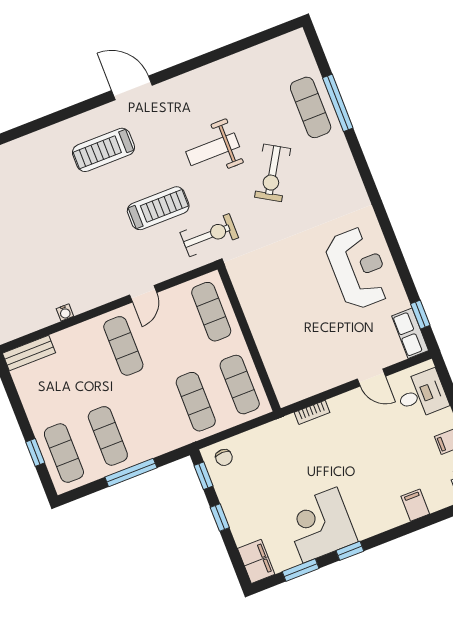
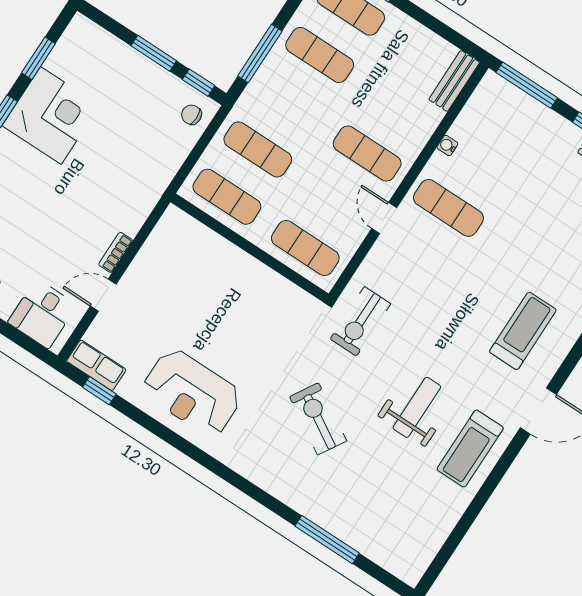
exercise mat: (311, 107) -> (448, 208), moved
exercise bike: (273, 173) -> (318, 419), moved
treadmill: (158, 208) -> (470, 449), moved
bookcase: (312, 412) -> (116, 252), moved
window: (131, 472) -> (260, 54), moved
window: (220, 518) -> (154, 53), width x1.50
filing cabinet: (256, 561) -> (88, 36), removed

